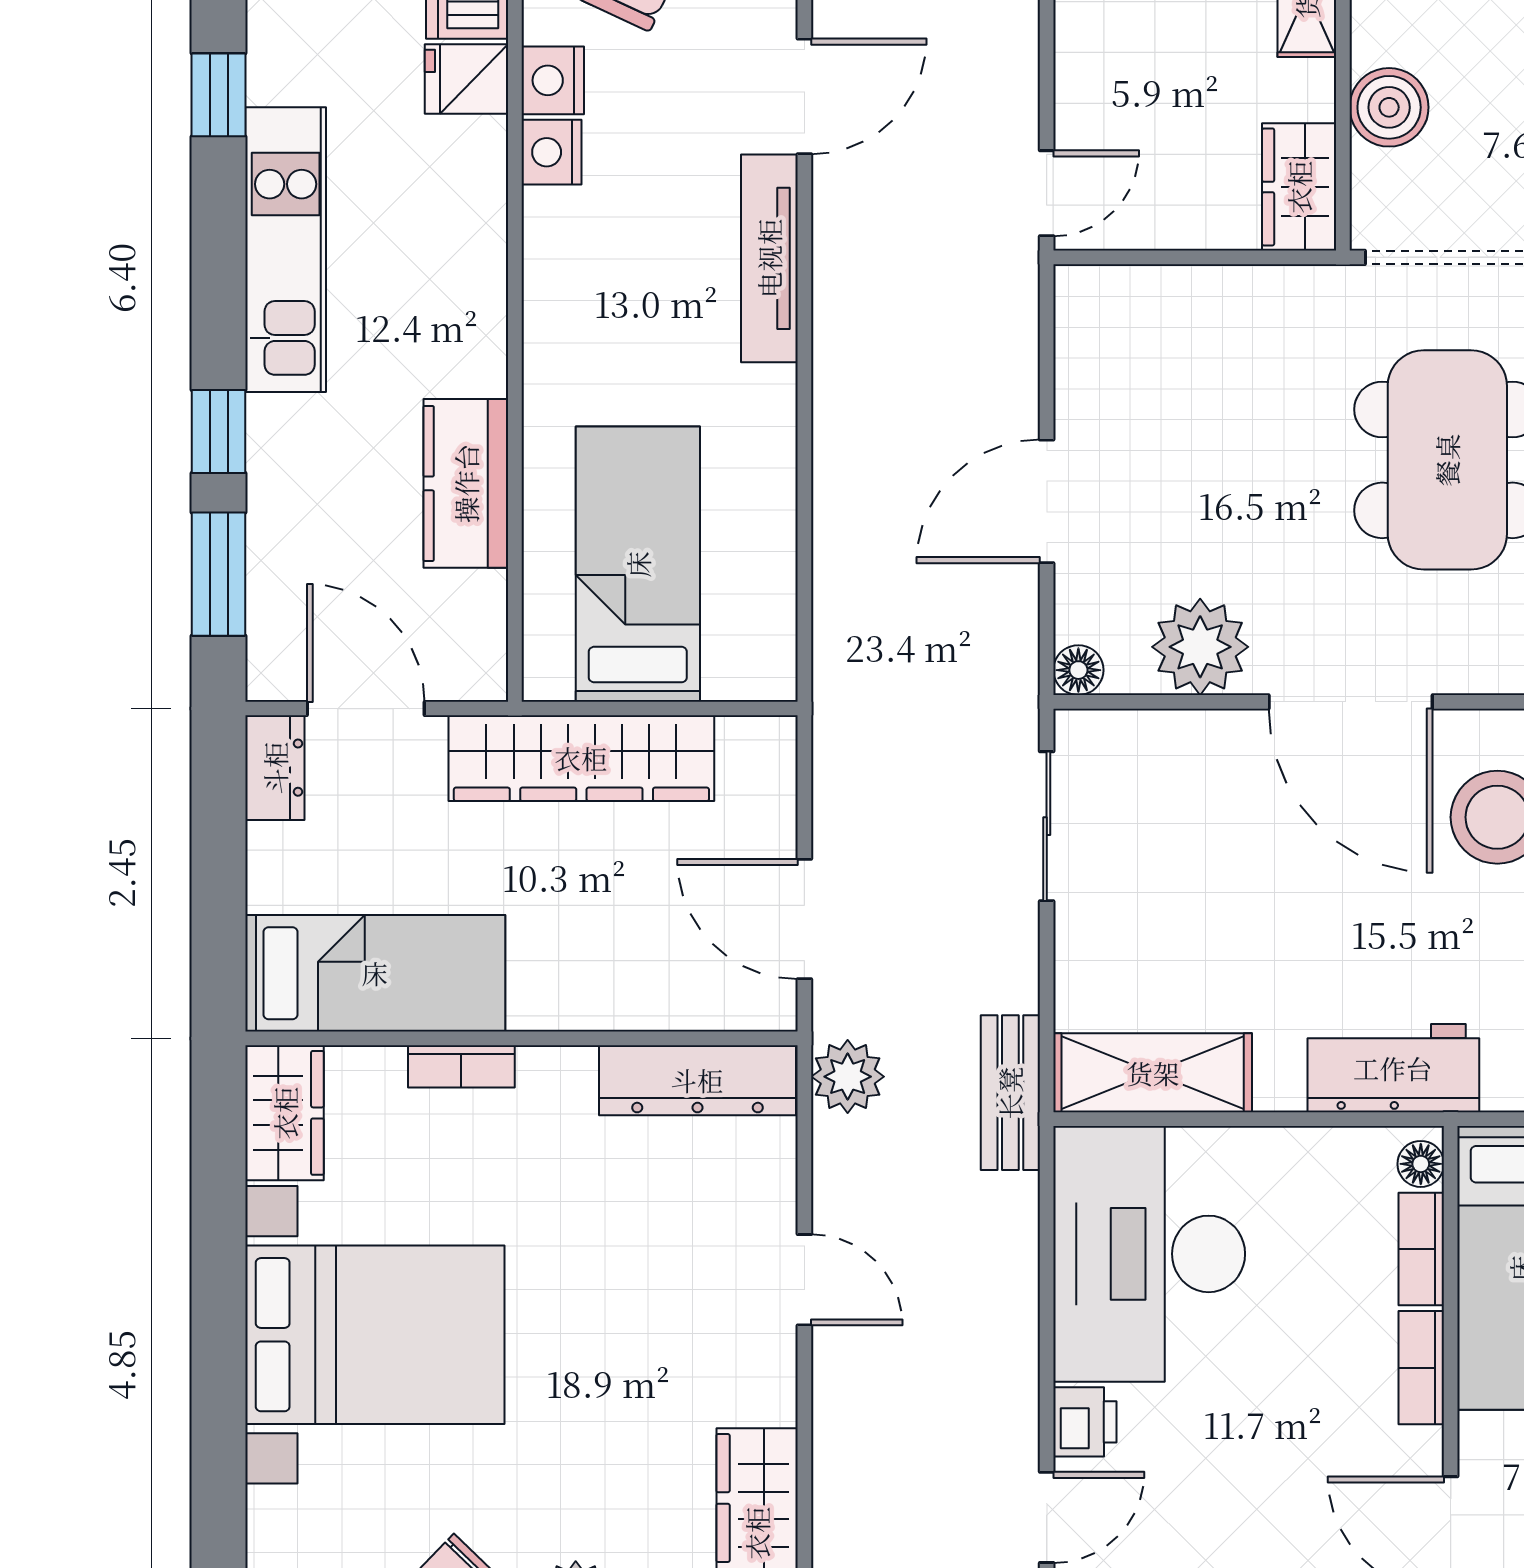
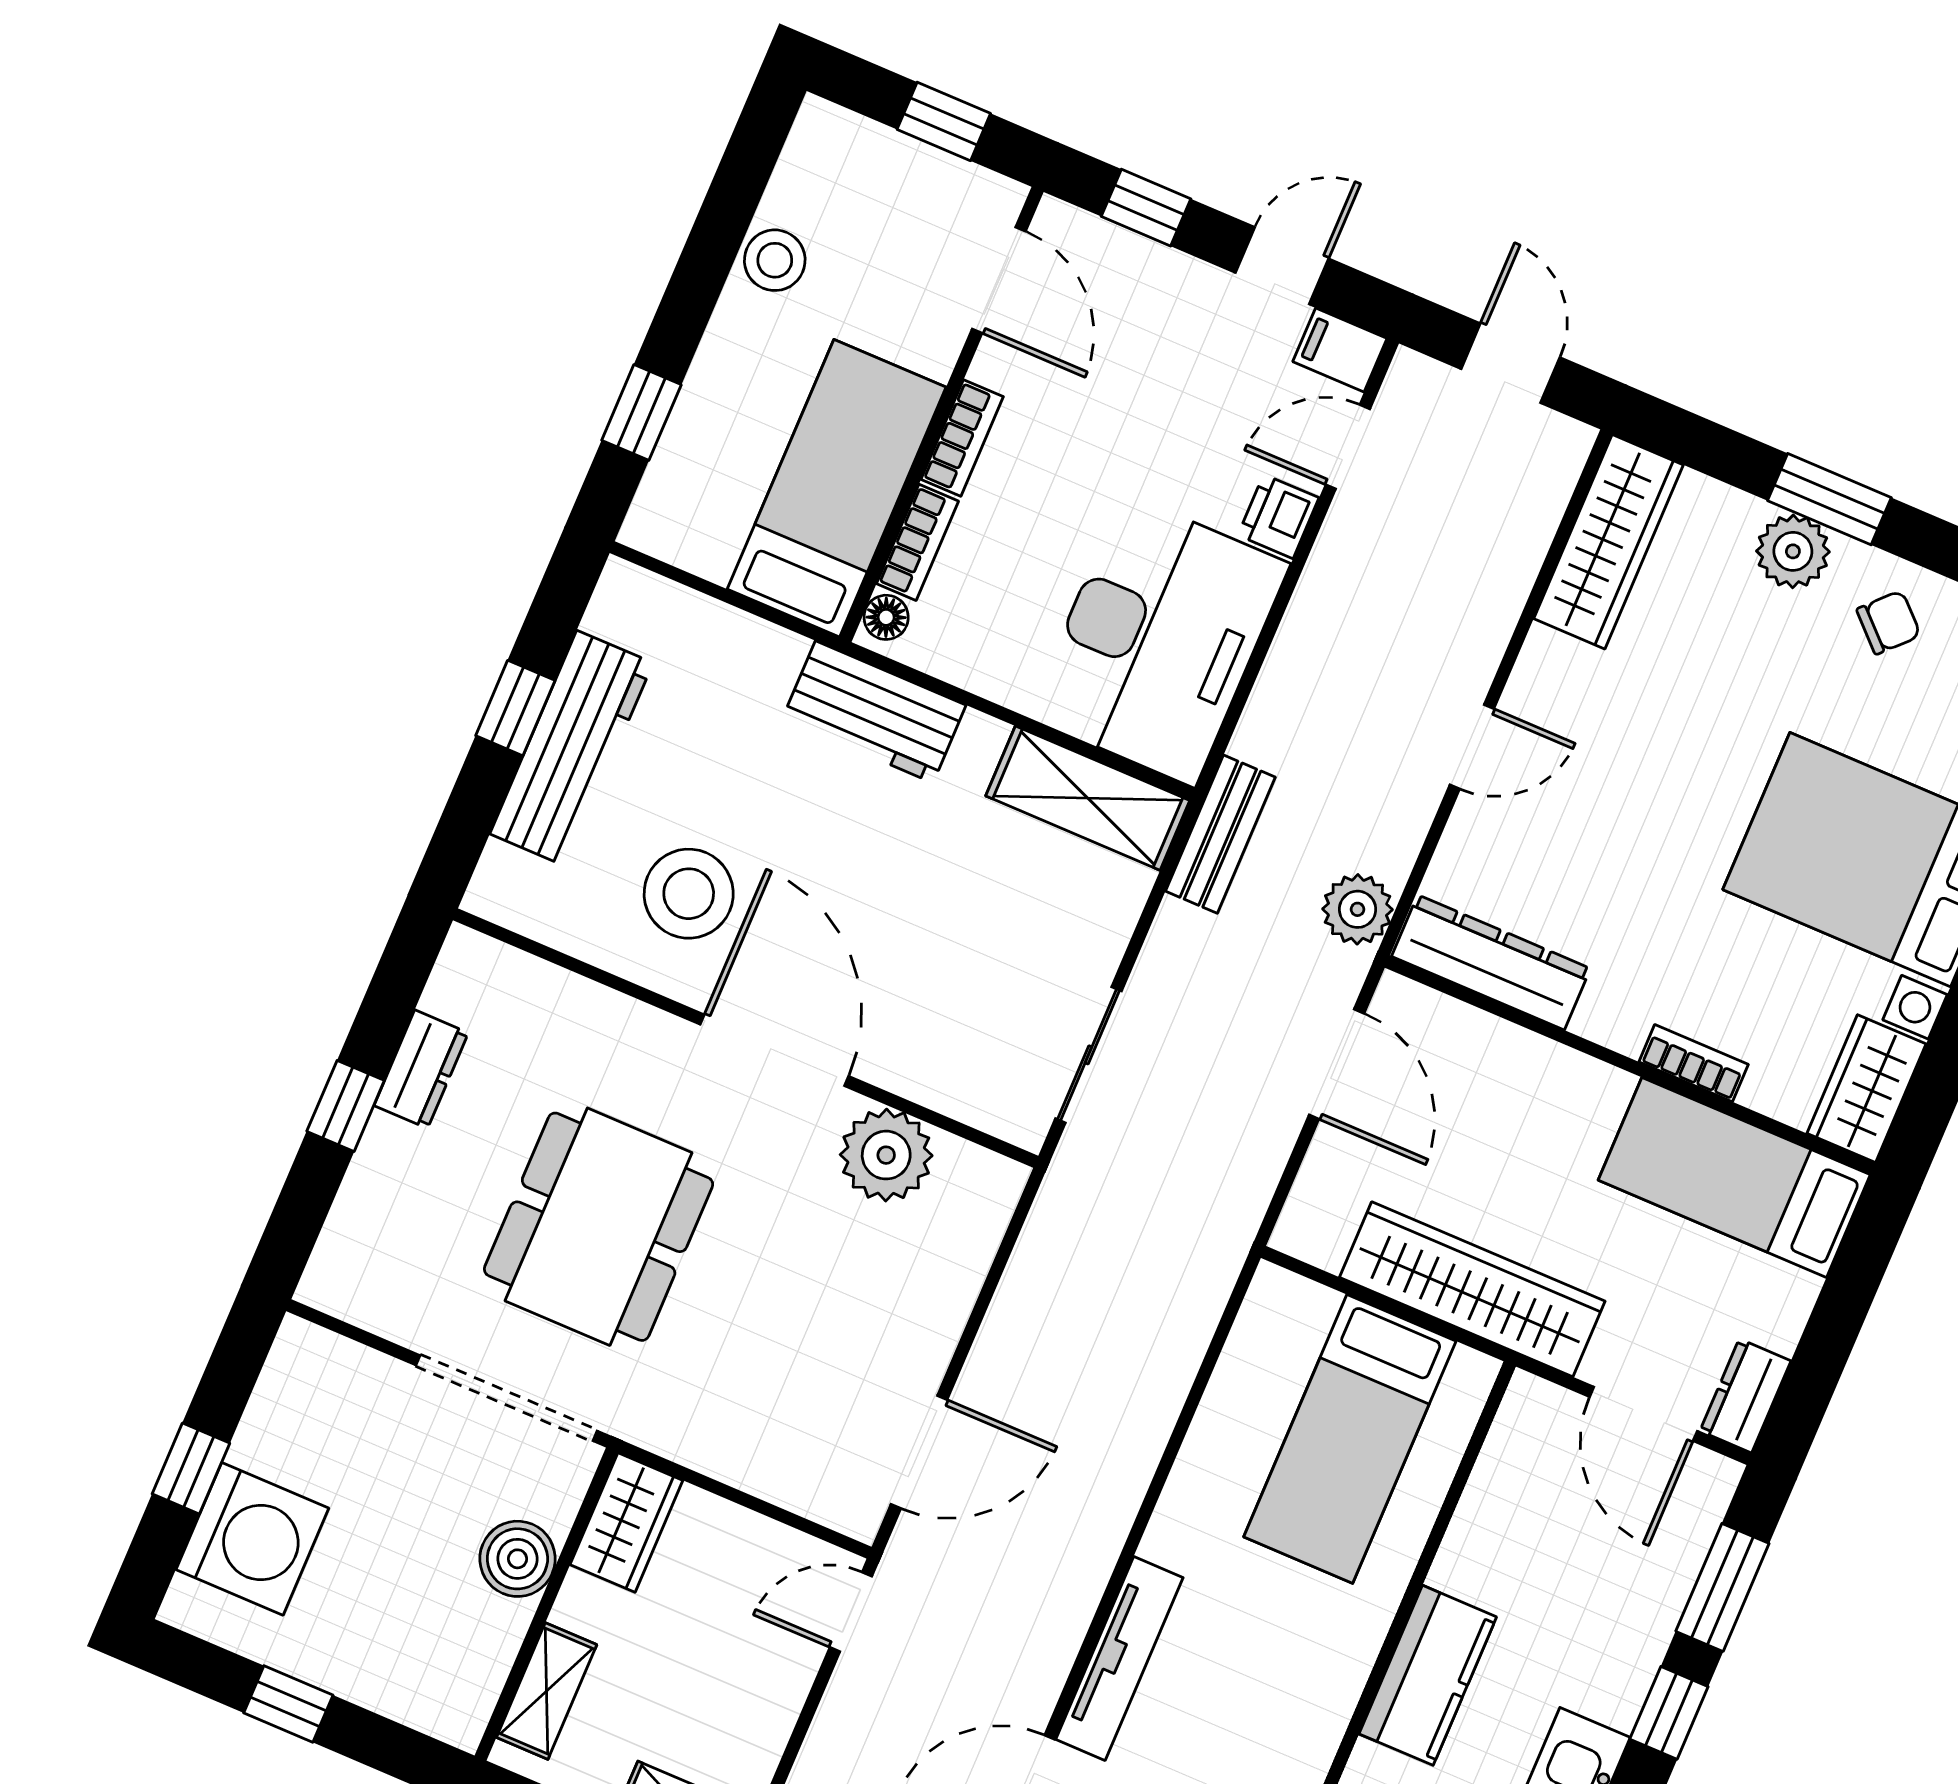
kitchen counter: (466, 483) -> (1428, 1675), moved
door: (1047, 501) -> (919, 1452), moved
floor lamp: (1078, 670) -> (1002, 1180), removed
door: (804, 1280) -> (1472, 747), swing flipped

